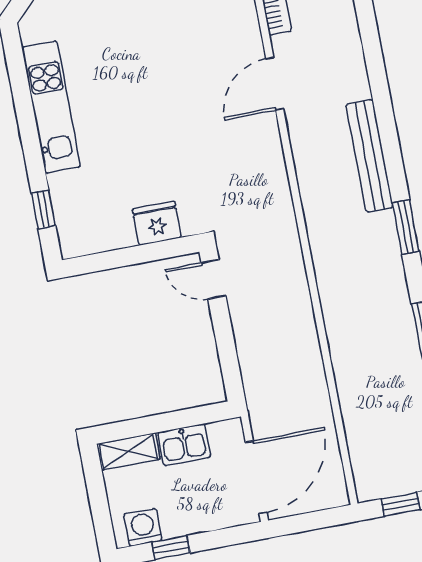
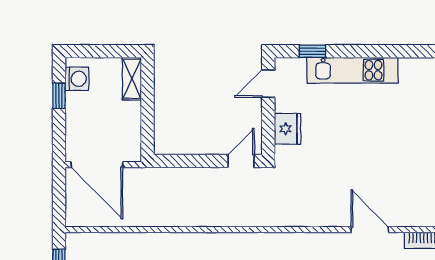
kitchen unit: (51, 107) -> (352, 70), moved
door: (100, 262) -> (268, 84), added
kitchen sink: (184, 445) -> (129, 119), removed

